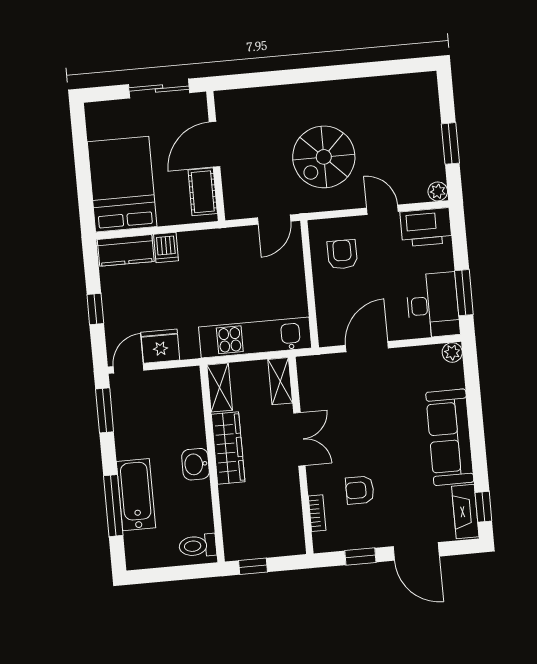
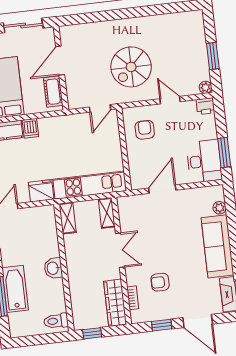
printer: (426, 227) -> (205, 106), width x0.53, depth x0.68
fridge: (160, 346) -> (41, 191), moved
plant: (452, 352) -> (219, 208), moved
wardrobe: (228, 448) -> (115, 303), moved, turned 180

